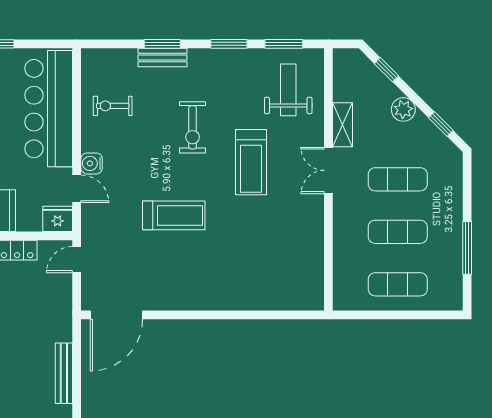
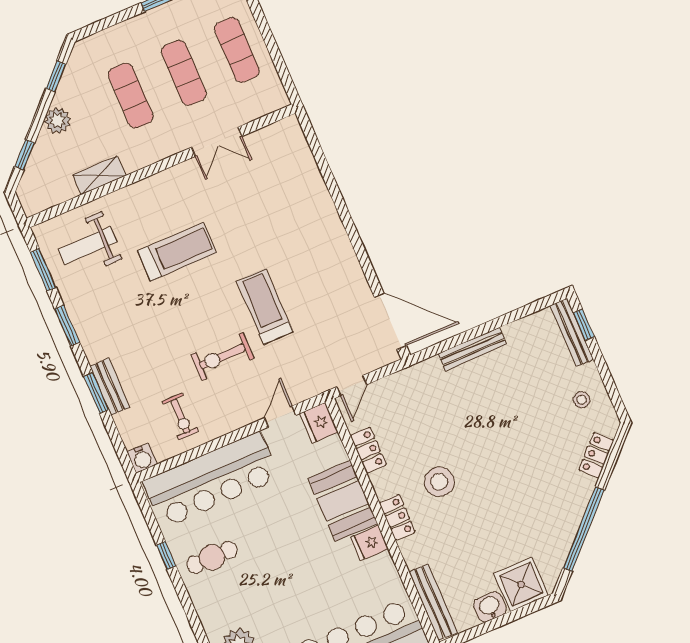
exercise bike: (193, 127) -> (222, 356), moved, turned 180
water cooler: (92, 163) -> (142, 458), moved
double door: (328, 170) -> (217, 142), moved
door: (77, 260) -> (352, 386), hinge flipped

